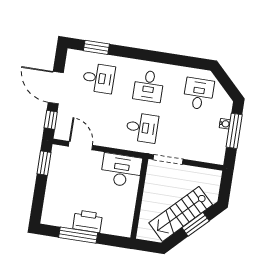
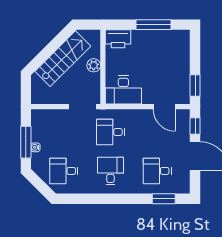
desk: (199, 94) -> (64, 171), turned 90
plant: (149, 202) -> (94, 65), added
printer: (88, 221) -> (118, 39), moved
window: (196, 224) -> (48, 51), removed

